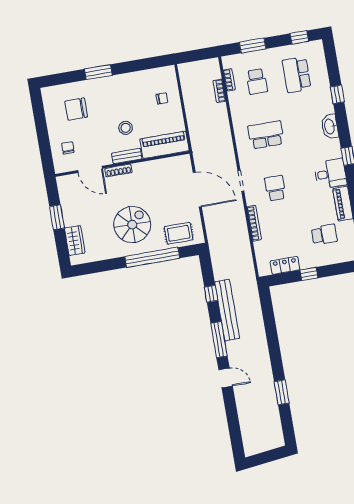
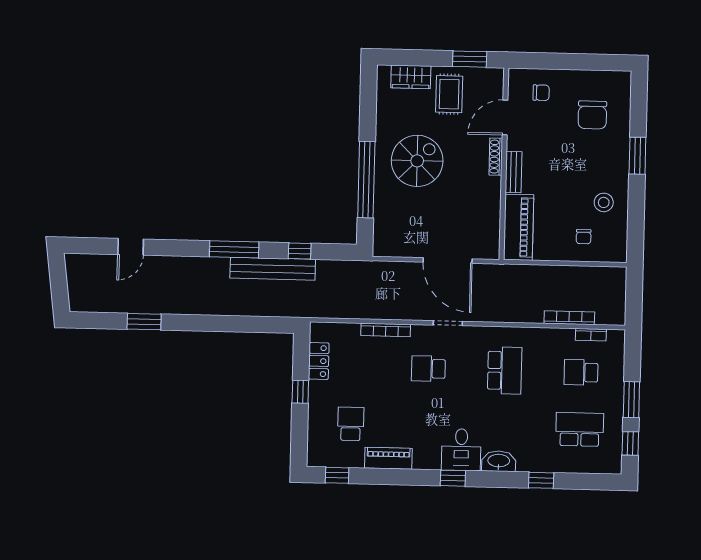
window: (253, 45) -> (631, 400), moved
bookcase: (219, 91) -> (569, 318), width x1.56
chair: (76, 109) -> (592, 115), turned 180
stool: (126, 128) -> (604, 202), moved
desk: (330, 174) -> (461, 450), moved
school desk: (275, 188) -> (428, 369), turned 180
door: (197, 190) -> (448, 260), hinge flipped
window: (57, 217) -> (470, 59), moved
spiral stairs: (132, 225) -> (417, 161), turned -90
rug: (179, 233) -> (449, 94), moved
school desk: (324, 235) -> (351, 424), turned 180
door: (226, 378) -> (131, 247), moved

